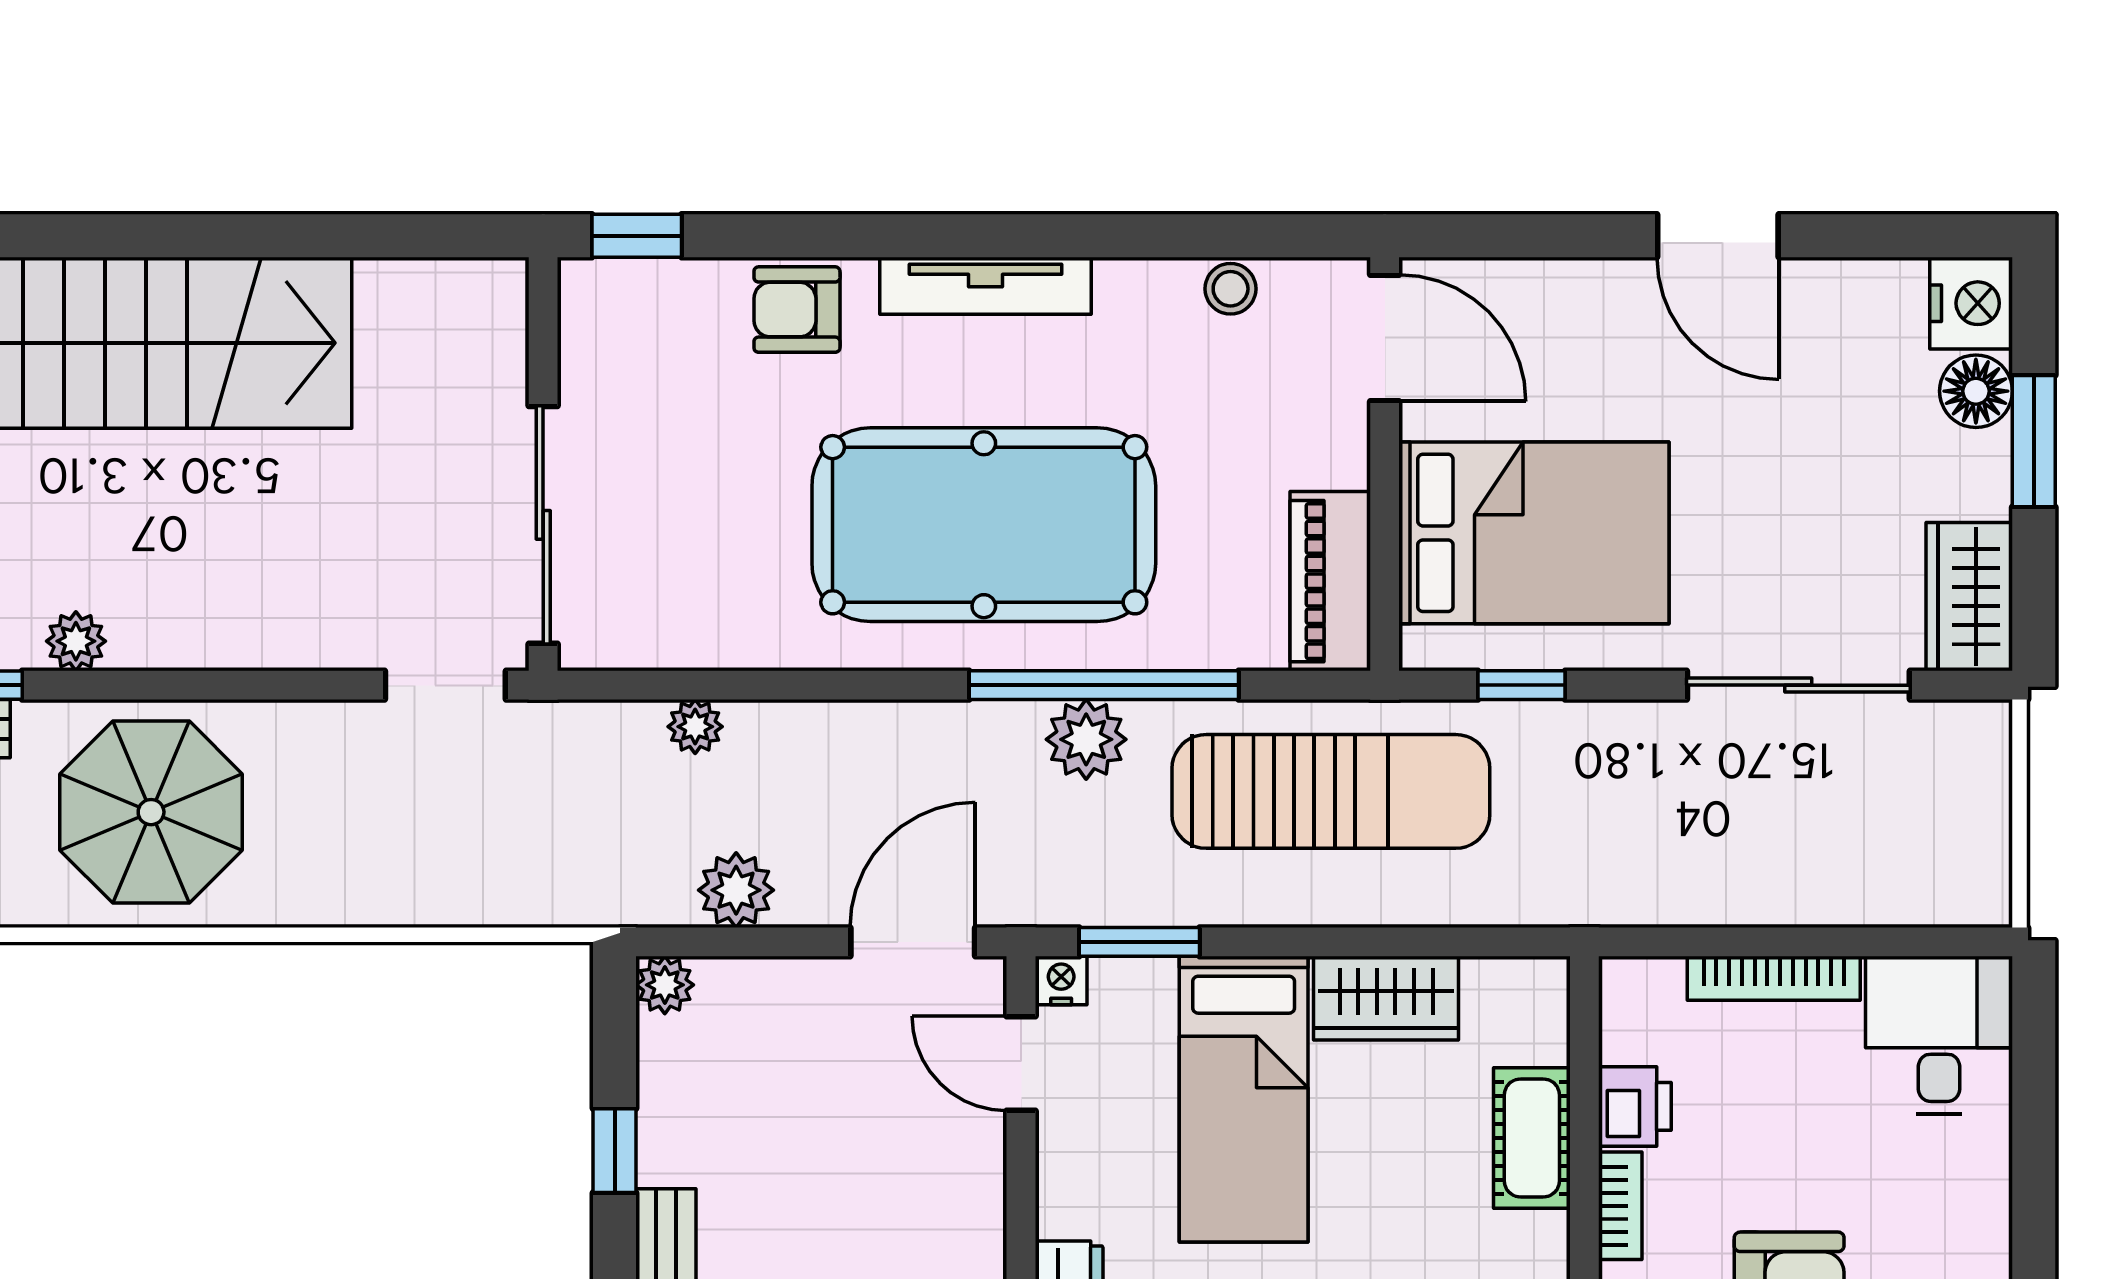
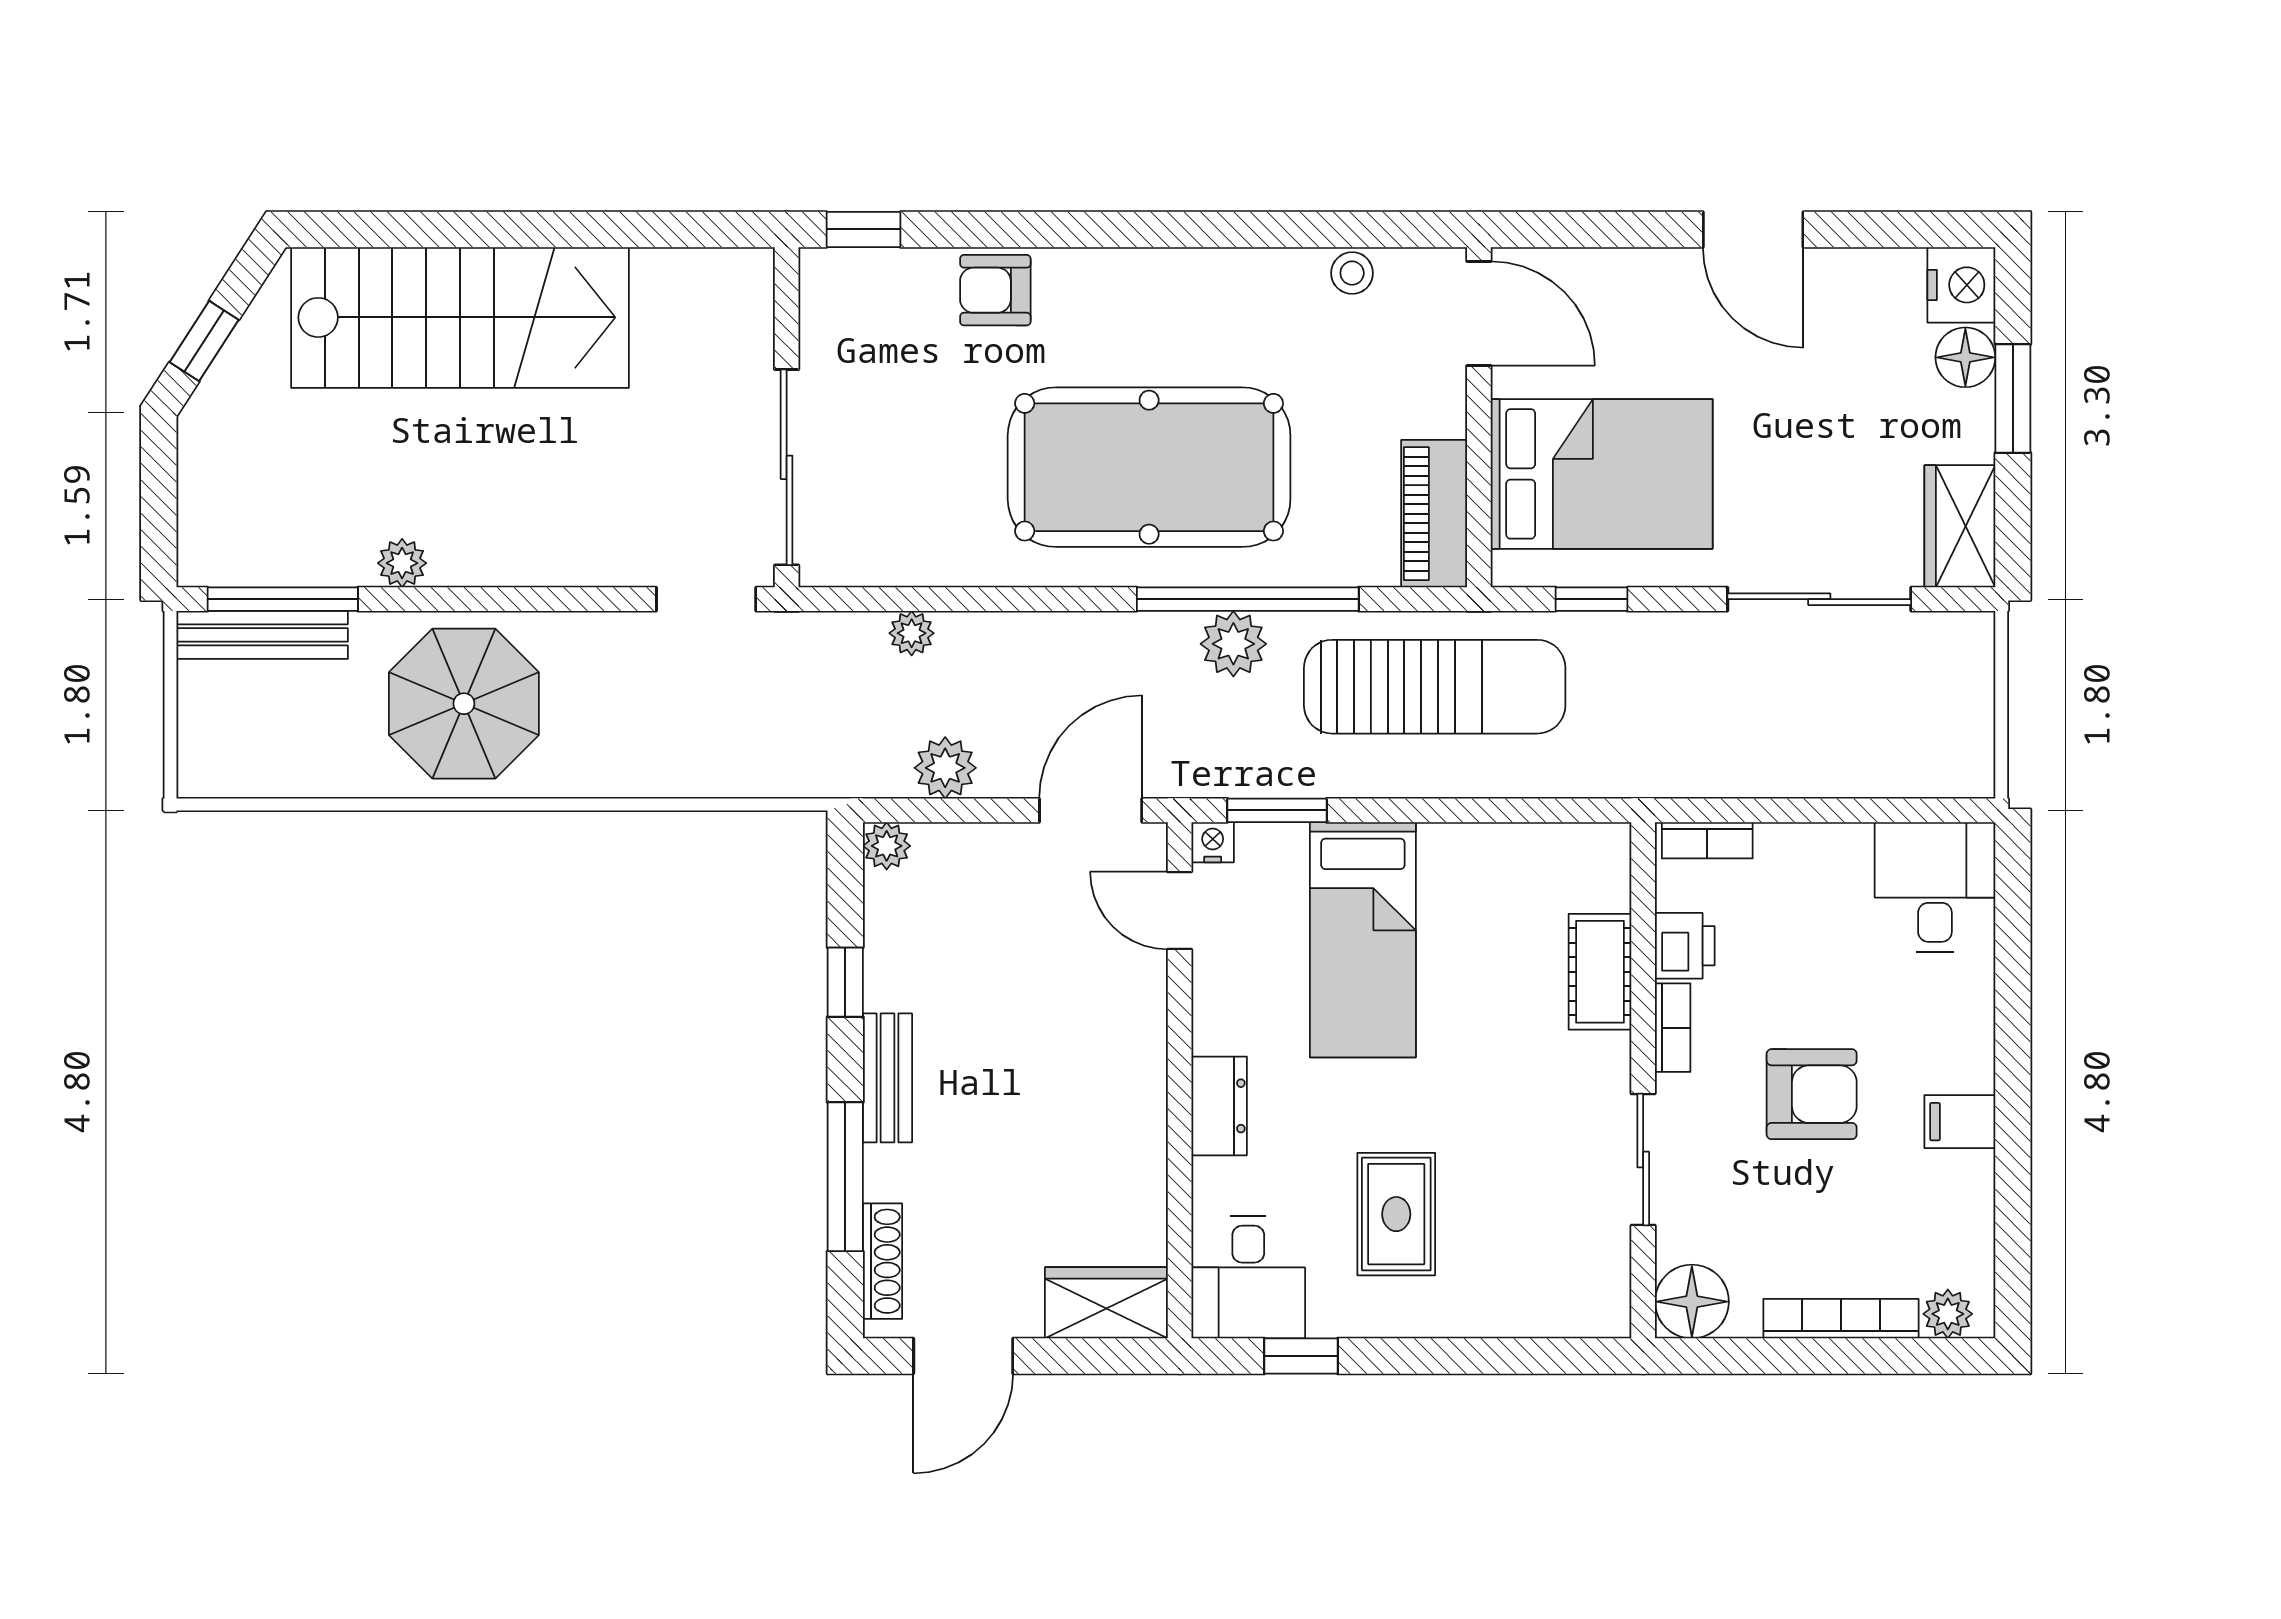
tv unit: (985, 286) -> (1150, 271), removed
bookcase: (1774, 978) -> (1707, 840), moved, width x0.64
wardrobe: (1386, 998) -> (1480, 857), removed

